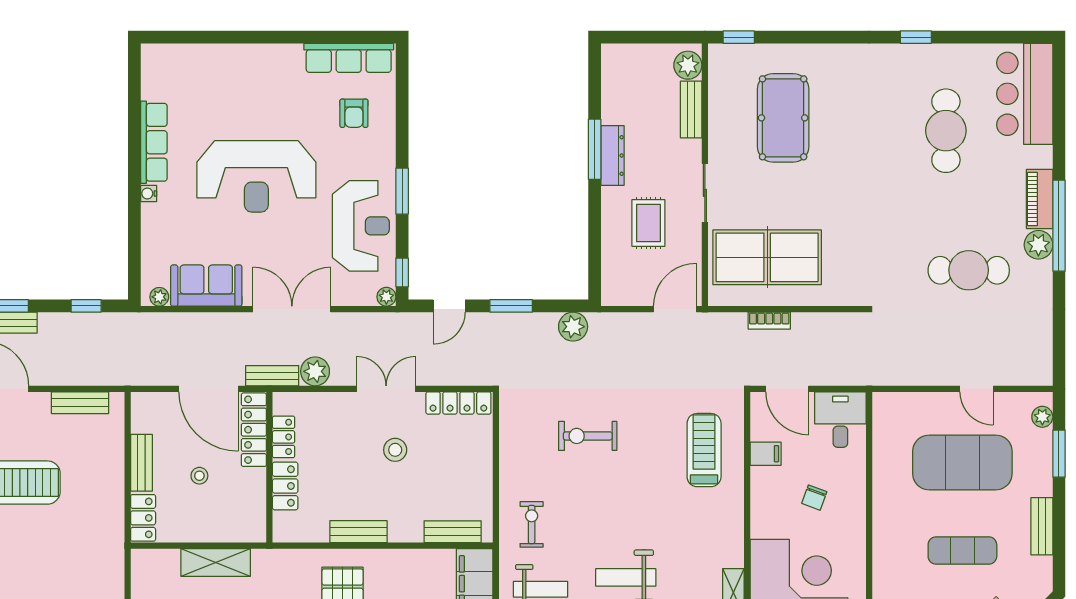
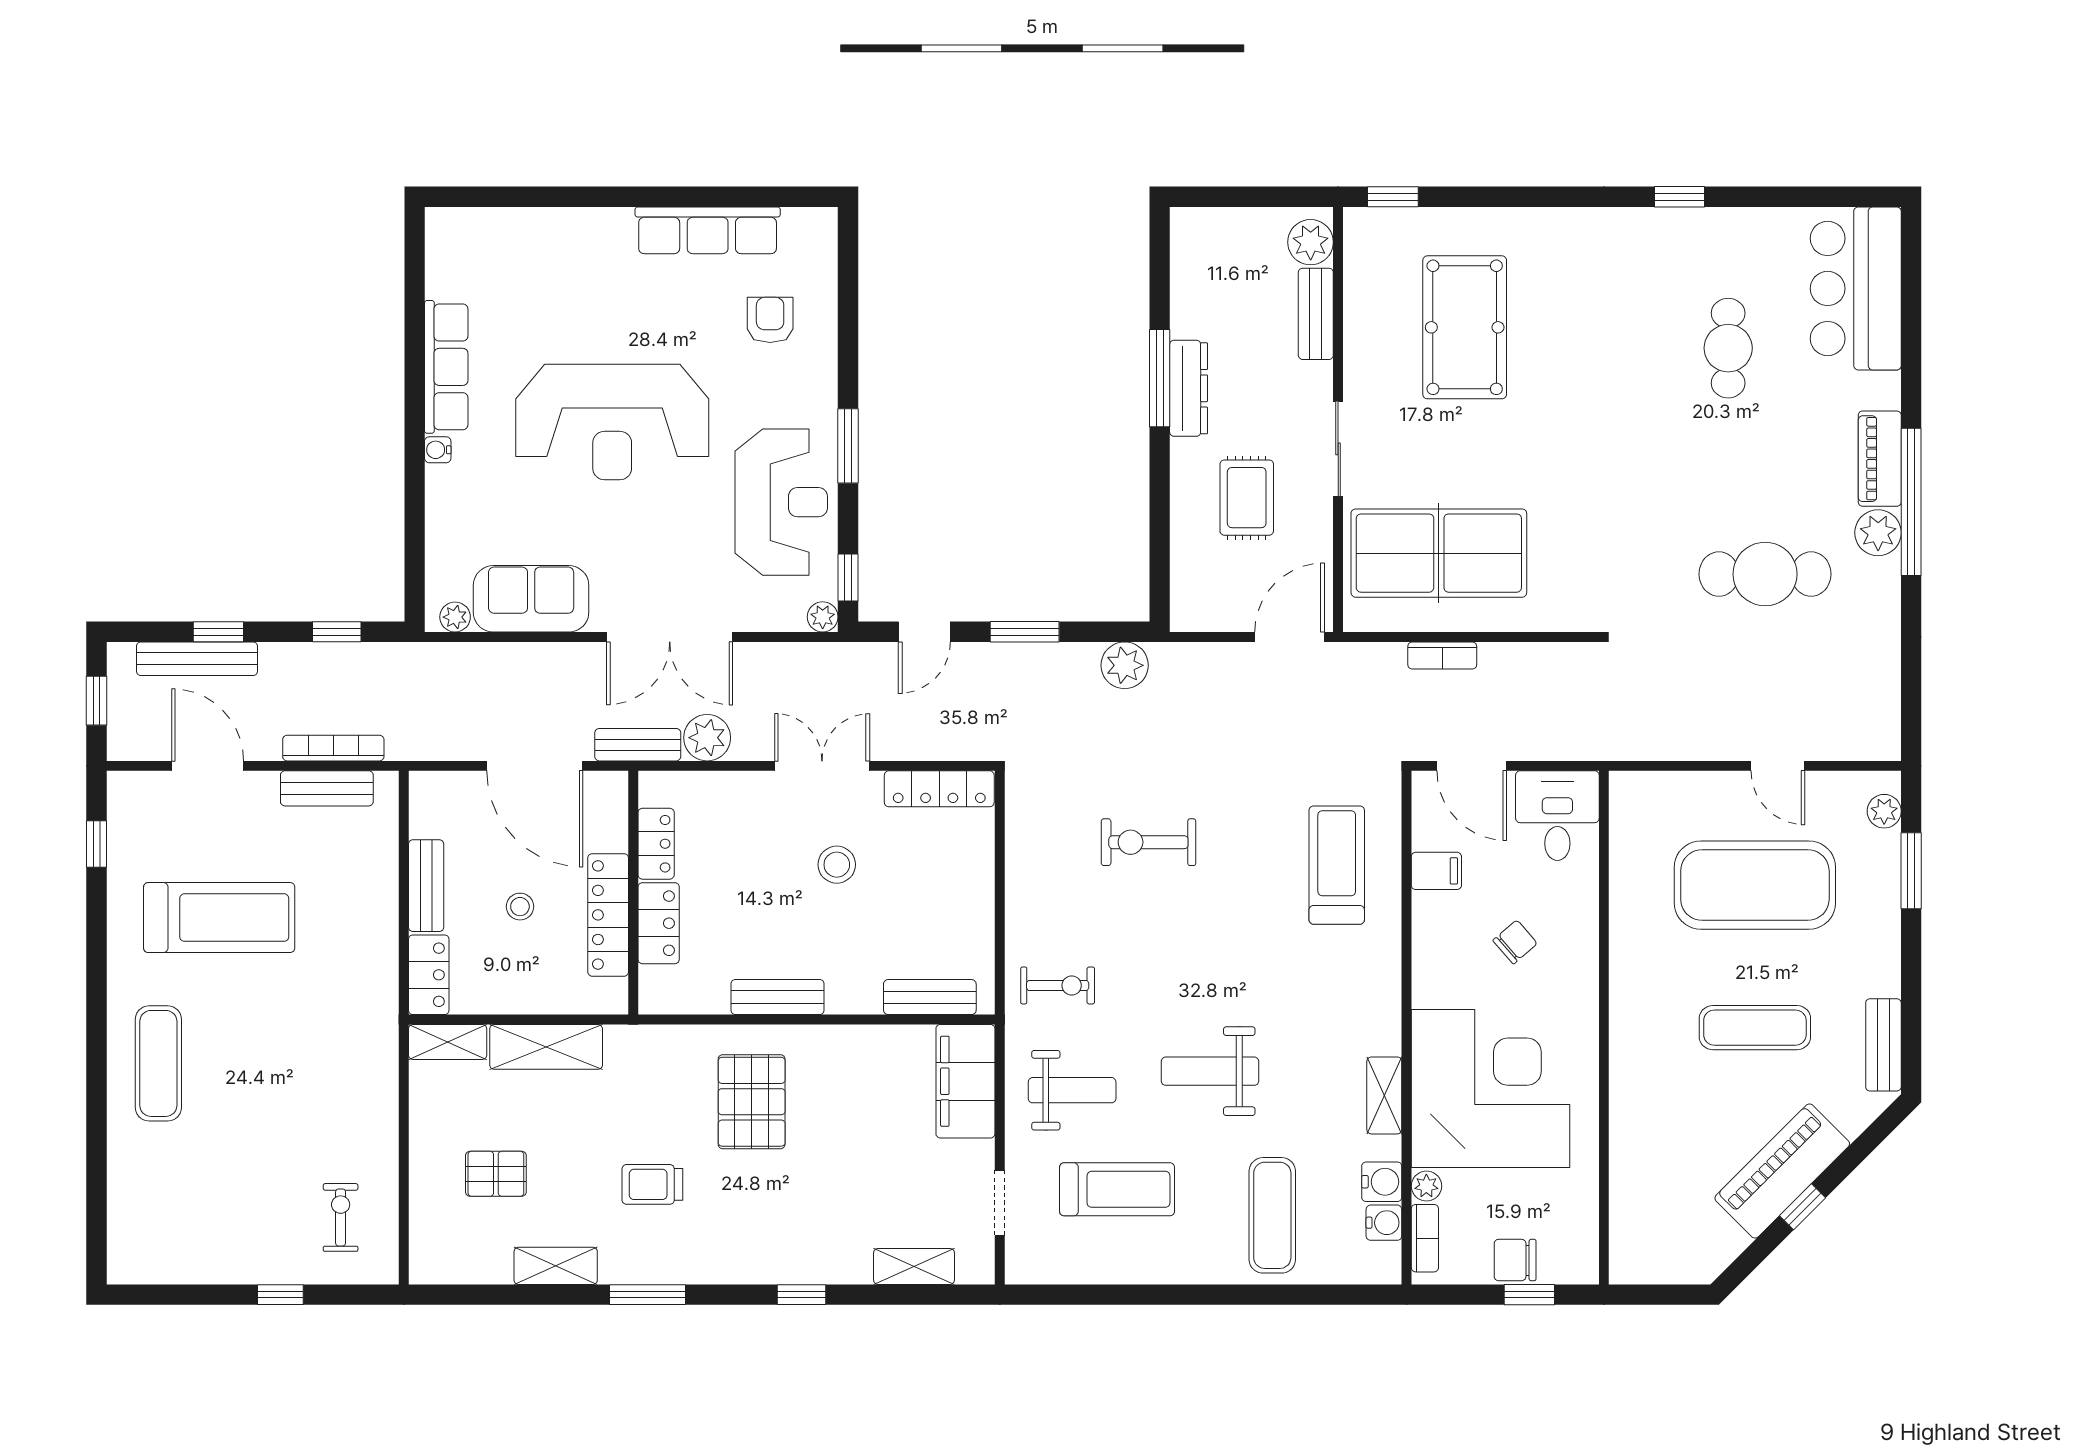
row of seats: (349, 58) -> (708, 230), moved
armchair: (354, 113) -> (770, 320), turned 180
cafe table: (946, 131) -> (1728, 348), width x0.73, depth x0.74
double door: (292, 309) -> (670, 637), swing flipped
bookcase: (84, 378) -> (333, 748), added
locker: (254, 430) -> (608, 915), moved
chair: (814, 498) -> (1515, 942), turned -151
exercise bike: (532, 524) -> (1058, 985), turned 90
bench: (1042, 526) -> (1883, 1045), moved
shelving: (155, 559) -> (448, 1042), added

